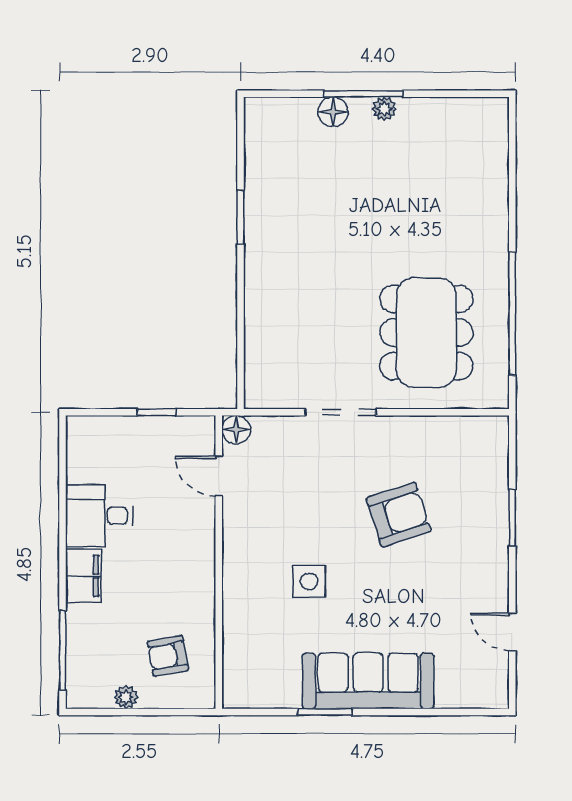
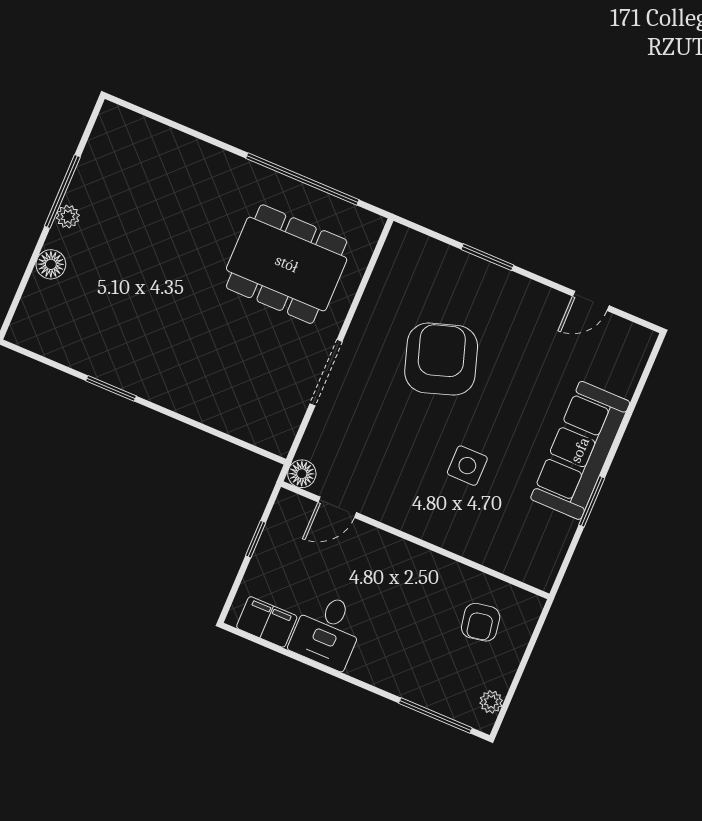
window: (363, 94) -> (62, 191), moved
armchair: (399, 515) -> (441, 359), width x1.36, depth x1.36
filing cabinet: (84, 576) -> (267, 622), moved
plant: (126, 697) -> (491, 702), moved

